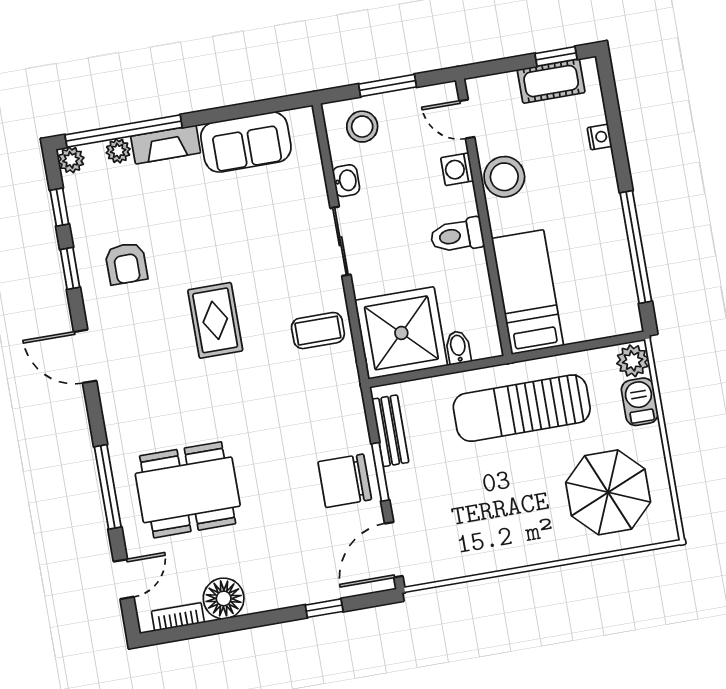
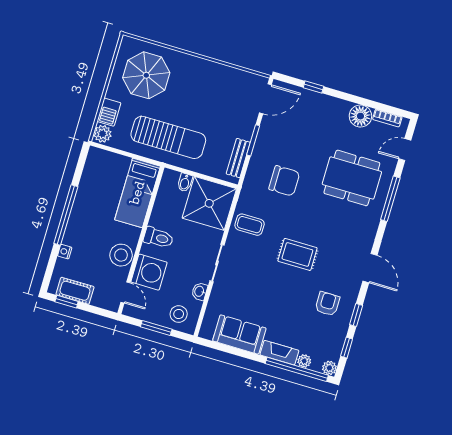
washing machine: (457, 169) -> (149, 272), width x1.89, depth x1.89
window: (636, 247) -> (66, 215), moved
rug: (215, 320) -> (297, 254), turned 90
chair: (345, 481) -> (284, 181), moved

